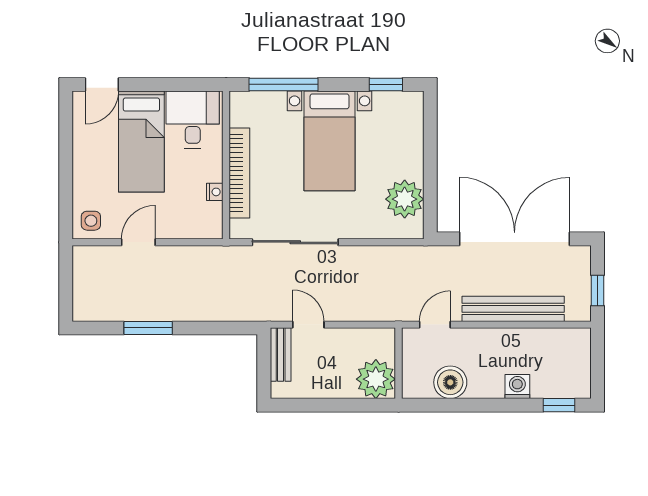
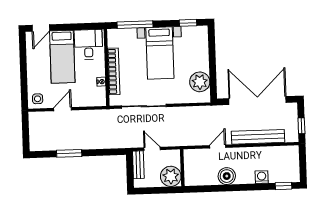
wall: (399, 363) -> (182, 168), moved
plant: (376, 379) -> (171, 176), moved

